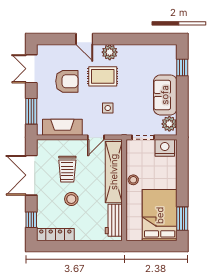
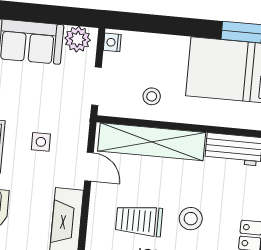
nightstand: (165, 148) -> (112, 42), width x0.53, depth x0.56
trolley: (67, 169) -> (139, 221), turned 180
stool: (133, 180) -> (152, 96), moved

